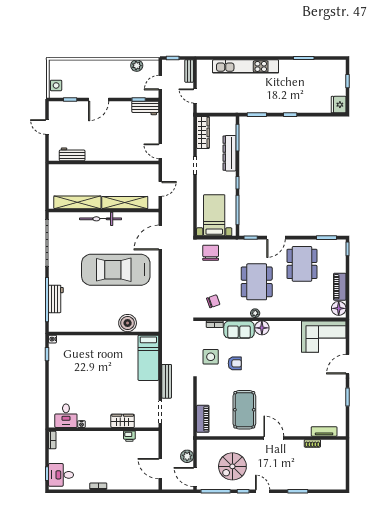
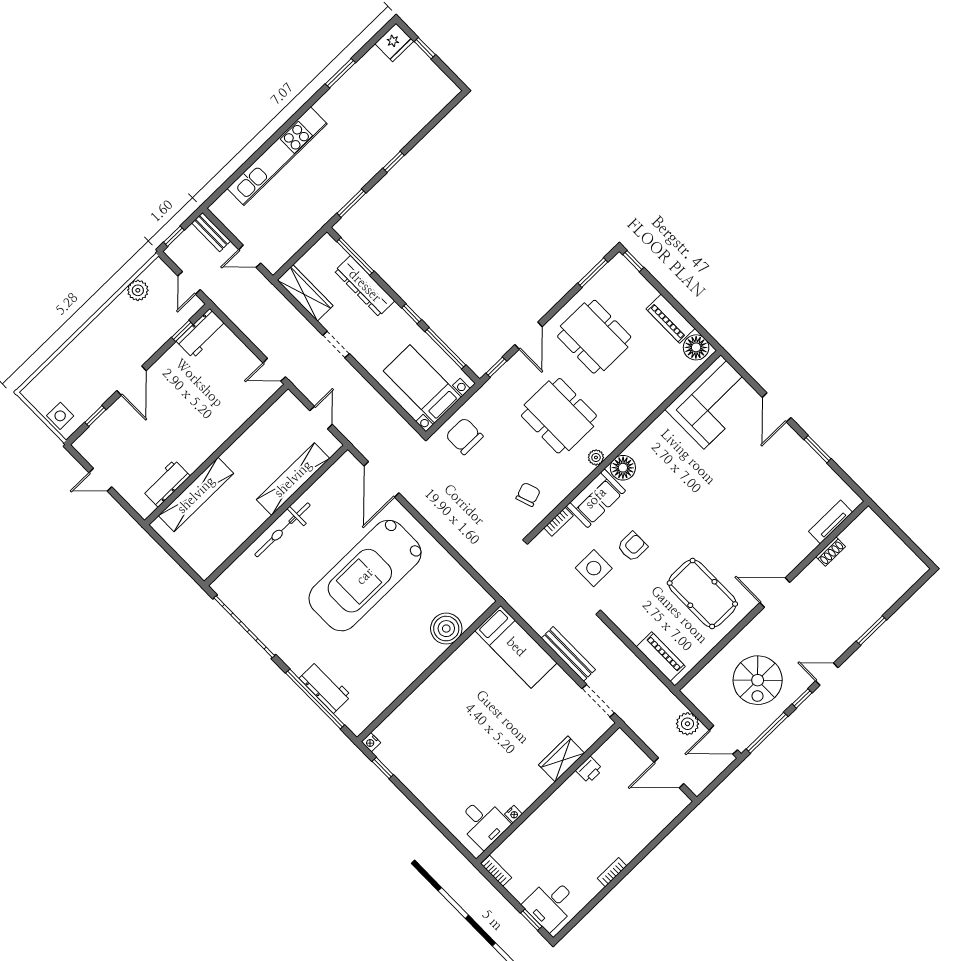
fridge: (339, 105) -> (394, 42), moved, turned -90
shelving: (77, 202) -> (196, 495), moved

